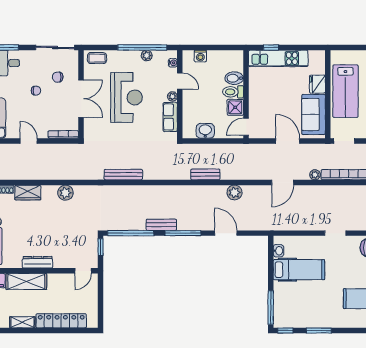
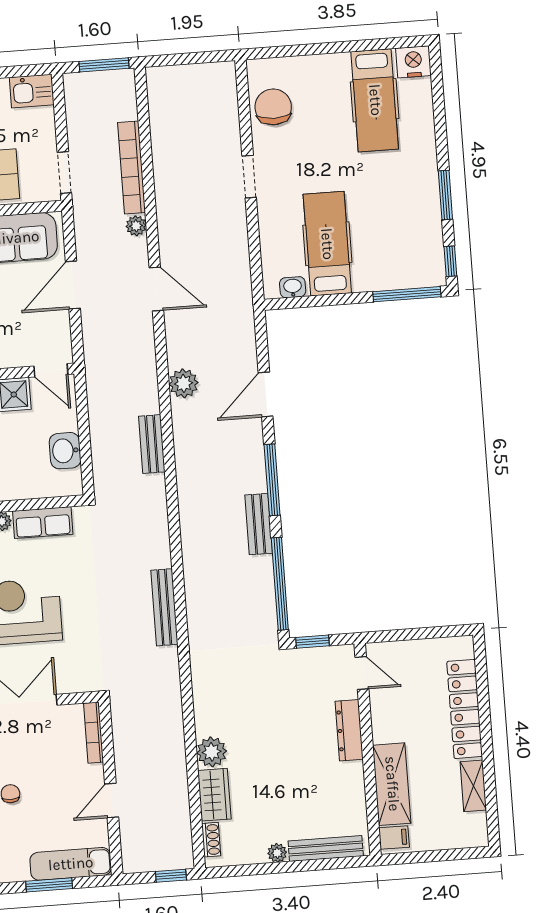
plant: (65, 193) -> (212, 752), moved
dresser: (38, 262) -> (349, 730), moved

